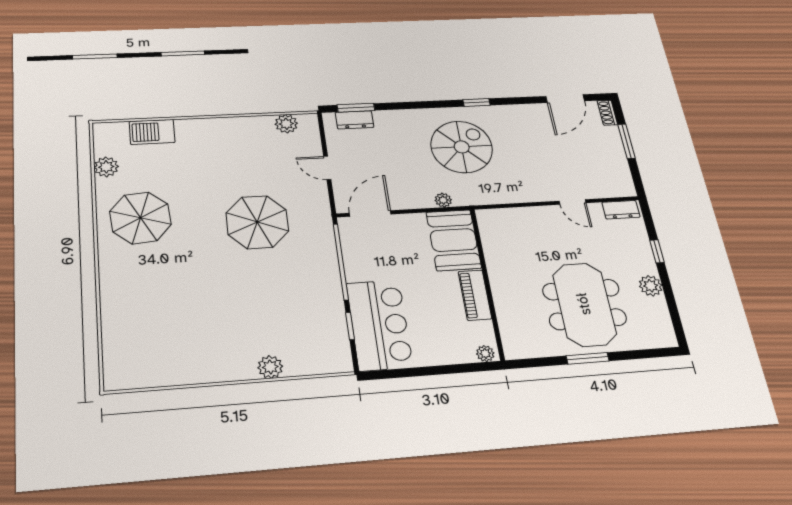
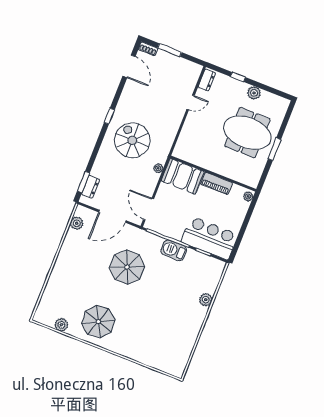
barbecue: (152, 132) -> (174, 250), moved, turned 90
door: (327, 168) -> (112, 216), width x1.87

